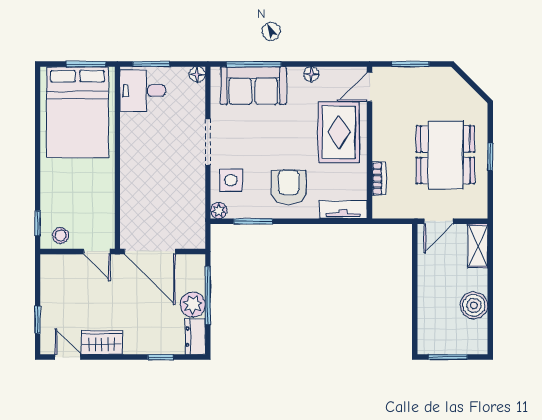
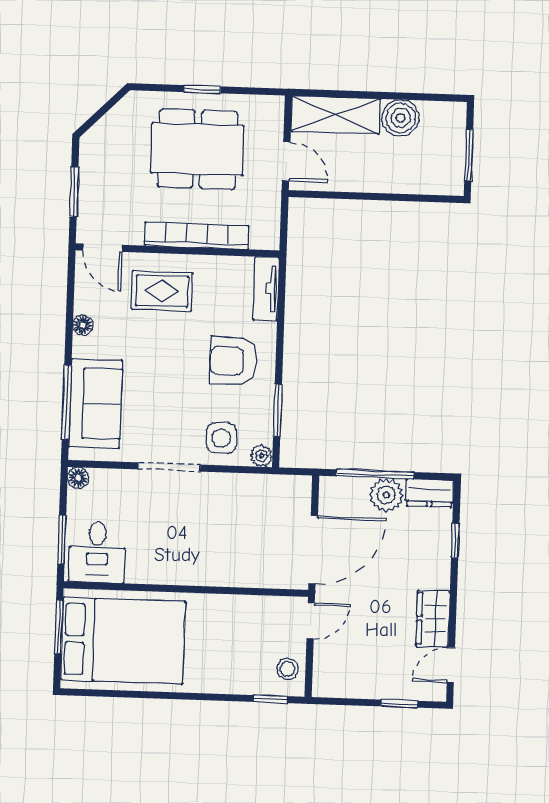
rug: (339, 132) -> (162, 291), width x0.73, depth x0.70
bookcase: (379, 179) -> (197, 236), width x2.31, depth x1.31
shelving: (478, 246) -> (336, 115), width x1.50, depth x1.33

